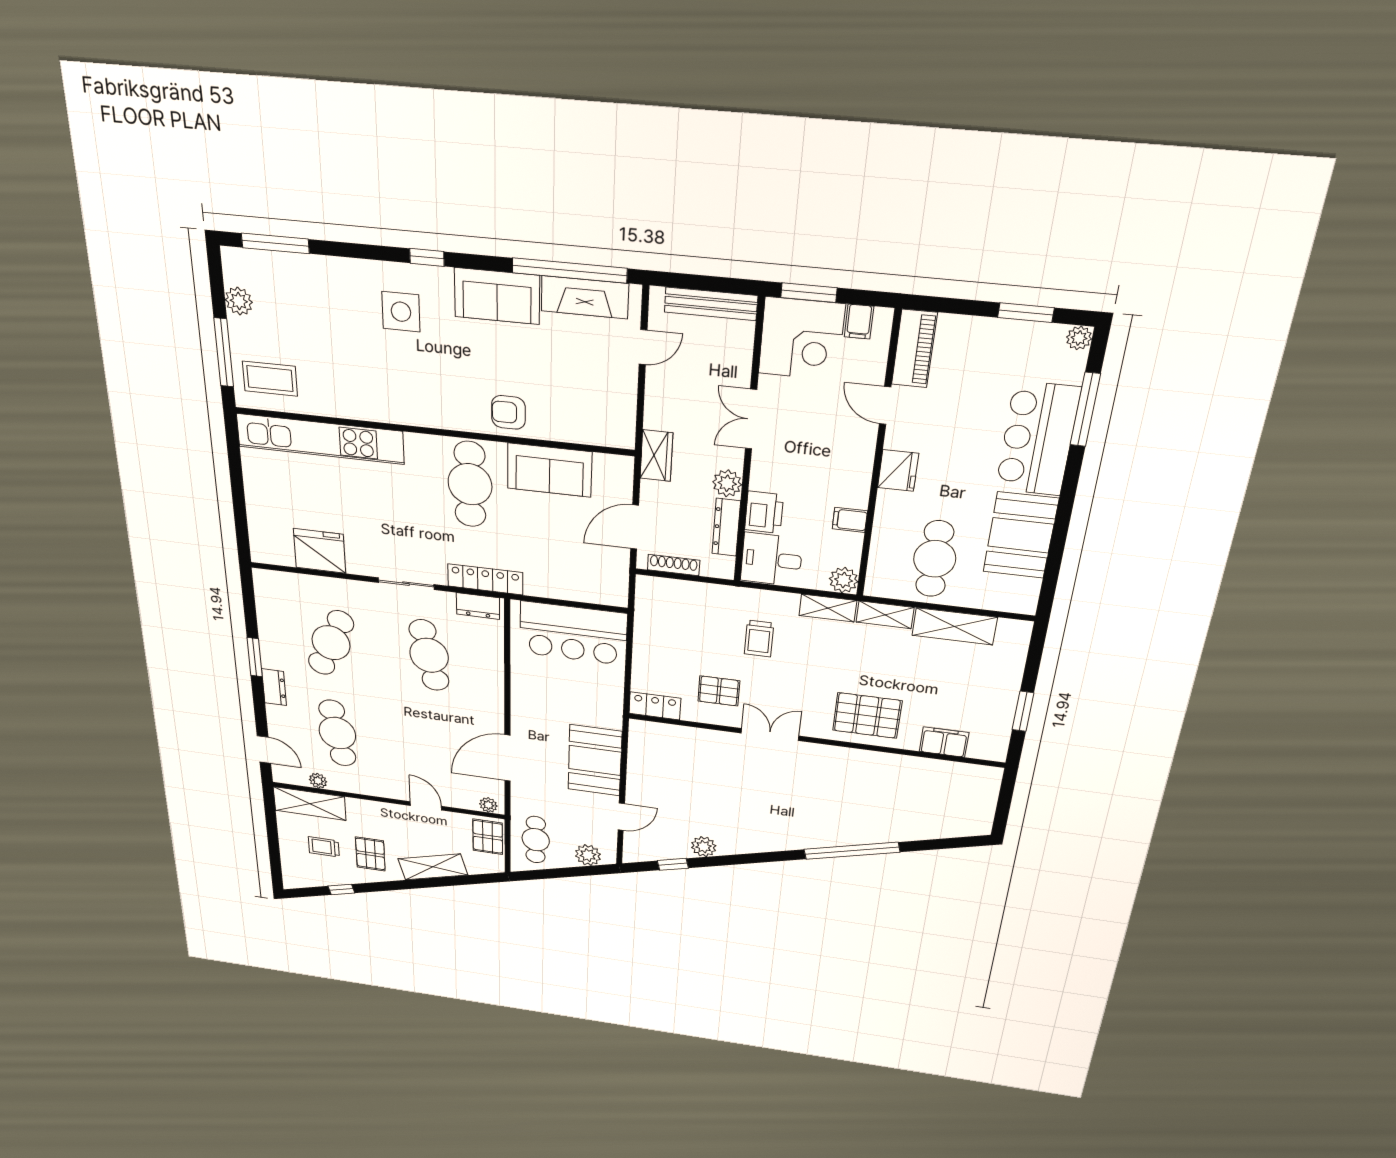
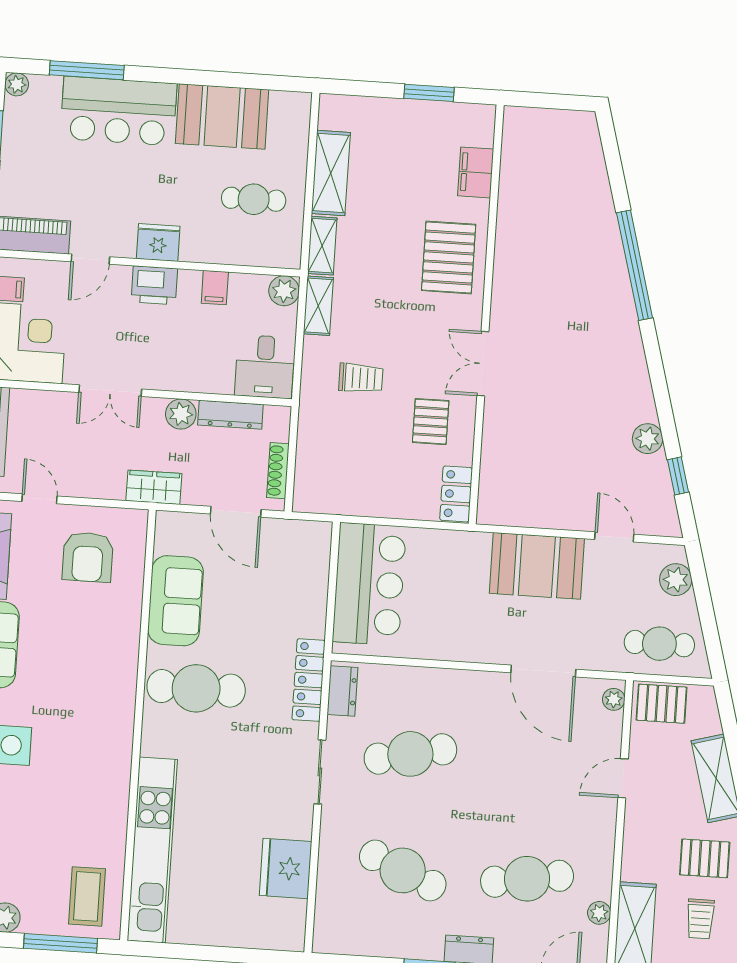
armchair: (508, 412) -> (88, 557), moved, width x1.38, depth x1.38
printer: (764, 512) -> (154, 285), moved, turned 180
cafe table: (935, 559) -> (254, 199), width x0.73, depth x0.74

